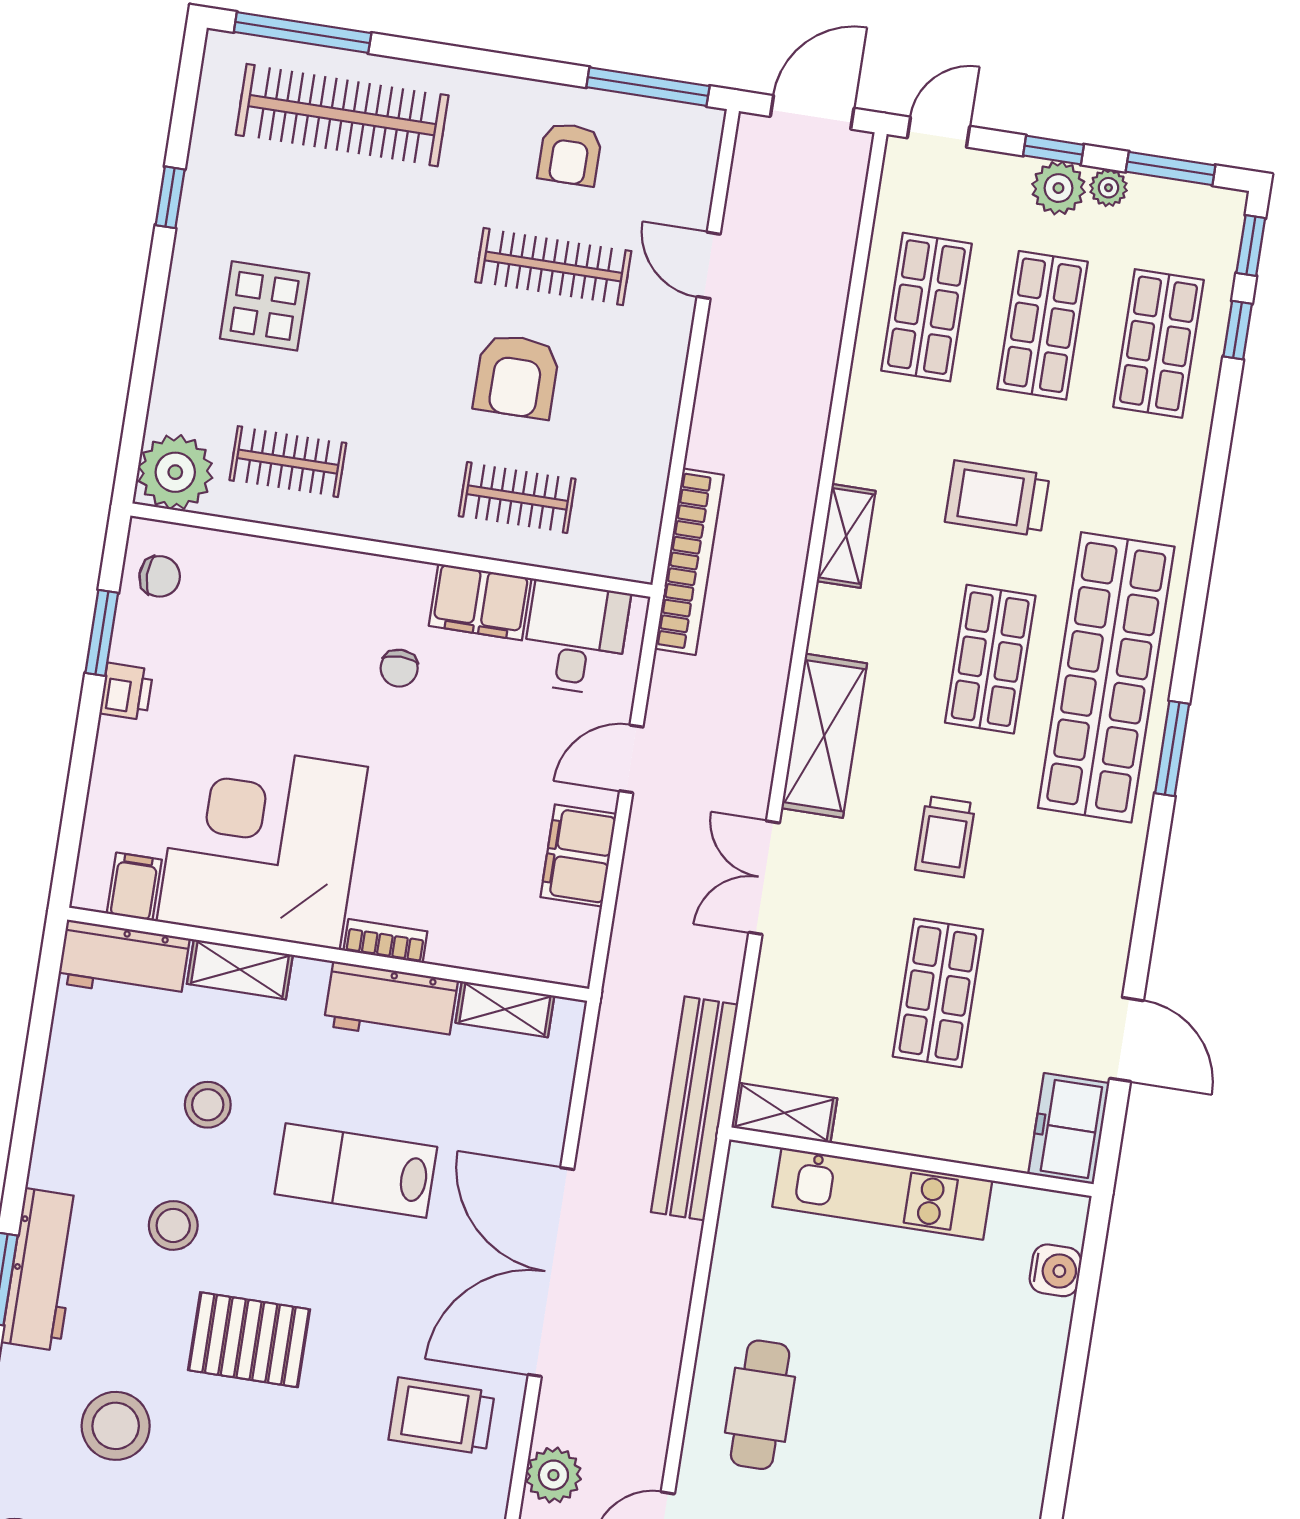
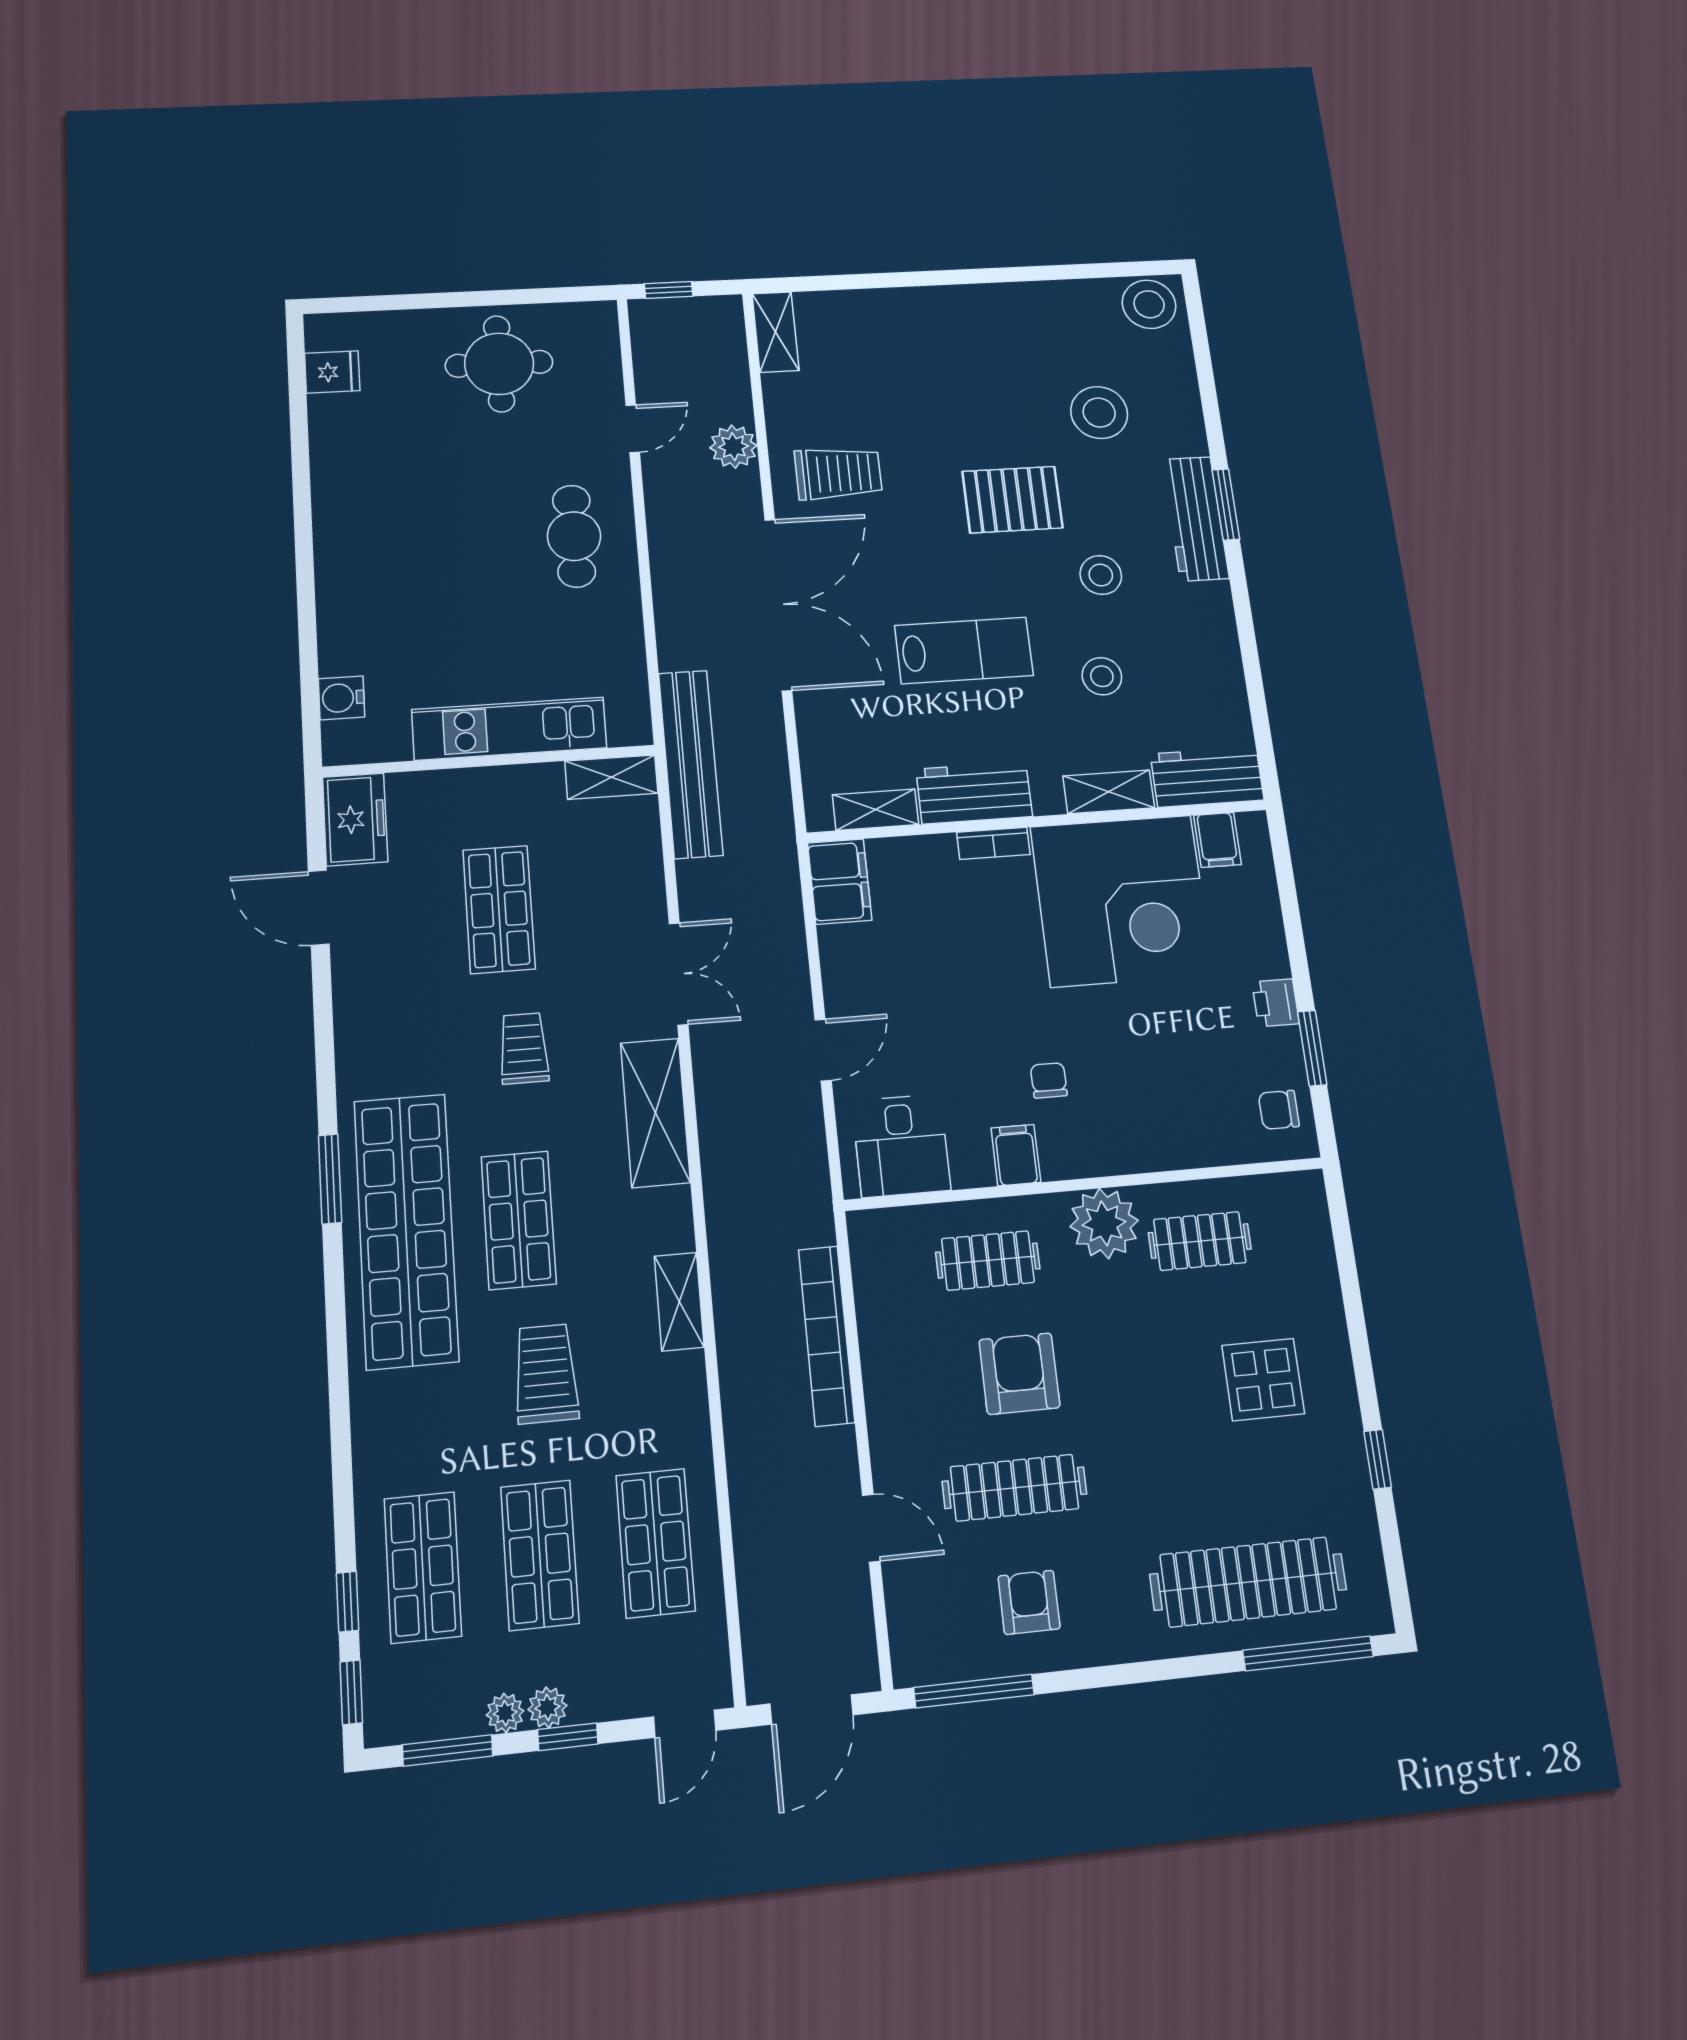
plant: (1058, 188) -> (548, 1707), width x0.73, depth x0.73
plant: (175, 472) -> (1104, 1223), moved
trolley: (997, 498) -> (546, 1374), turned -90
bookcase: (689, 562) -> (826, 1336), moved
filing cabinet: (480, 602) -> (1016, 1155), width x0.50
filing cabinet: (578, 855) -> (840, 881), moved

